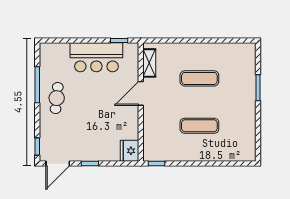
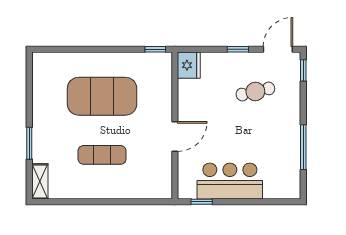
shelving: (149, 63) -> (40, 181), moved
cafe table: (57, 98) -> (255, 91), moved, turned 71
exercise mat: (199, 126) -> (102, 96), width x2.00, depth x1.45

